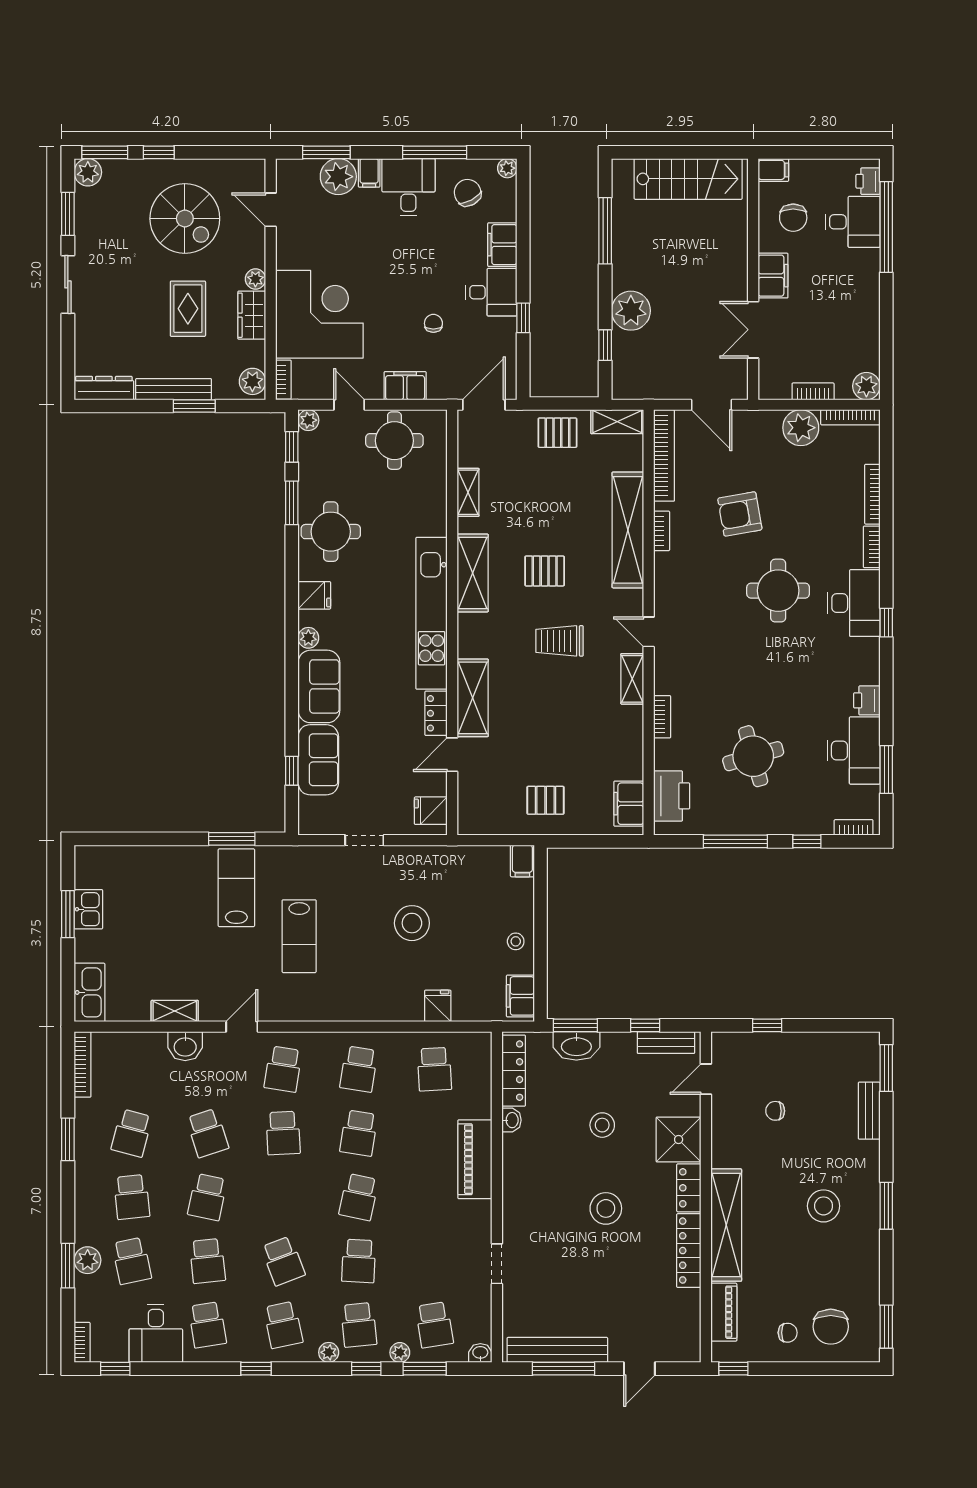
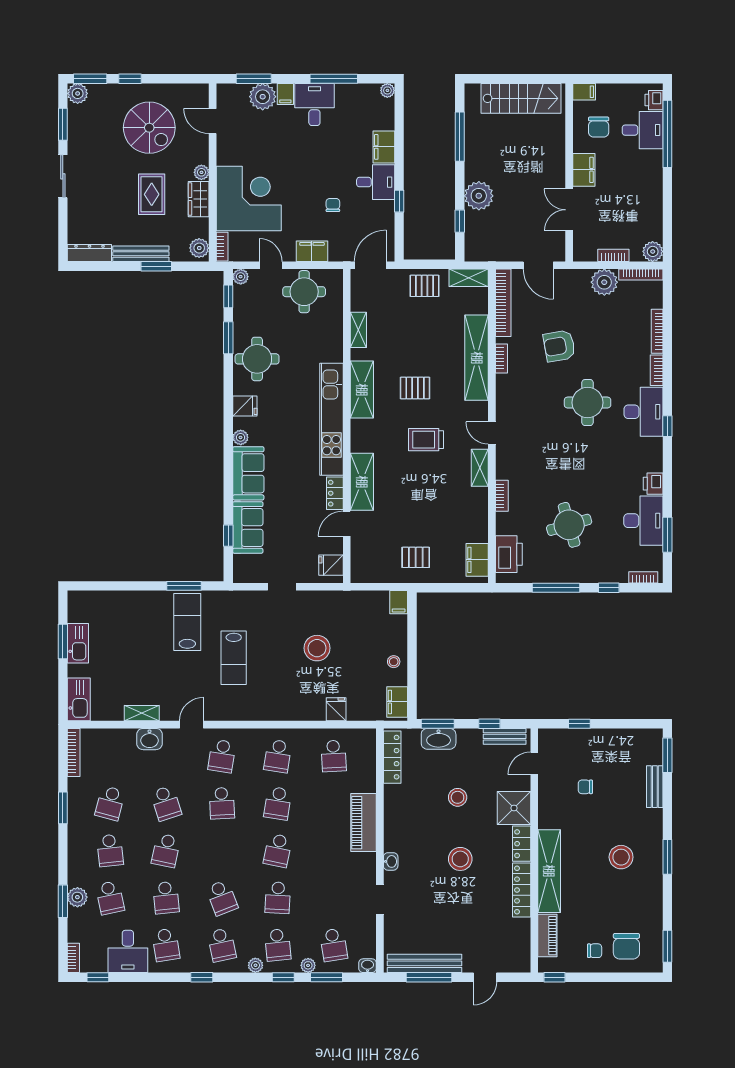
chair: (468, 193) -> (358, 109), removed
kitchen sink: (88, 909) -> (78, 643), width x1.38
washbasin: (512, 1120) -> (391, 861), moved

